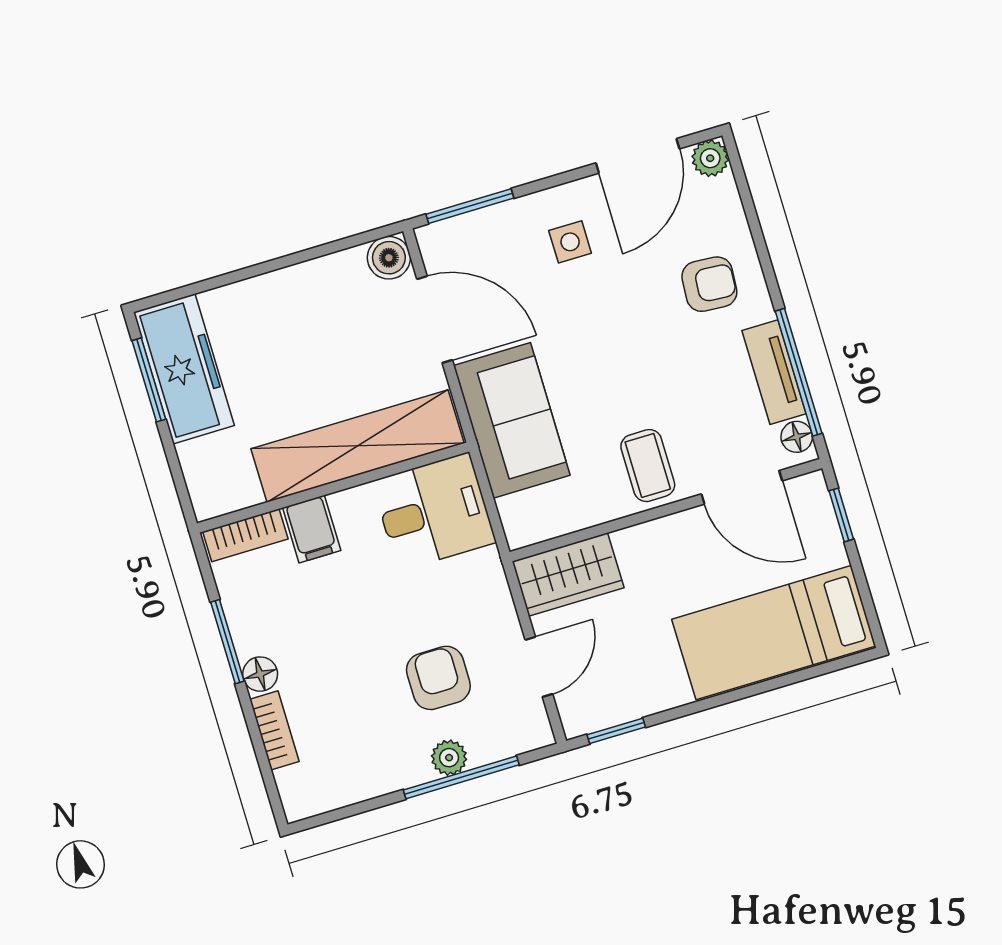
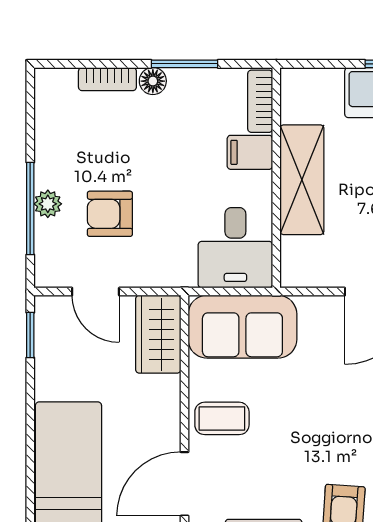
sofa: (512, 420) -> (242, 327), moved
shelving: (358, 446) -> (302, 180), width x0.68
armchair: (438, 678) -> (110, 214), turned 180

